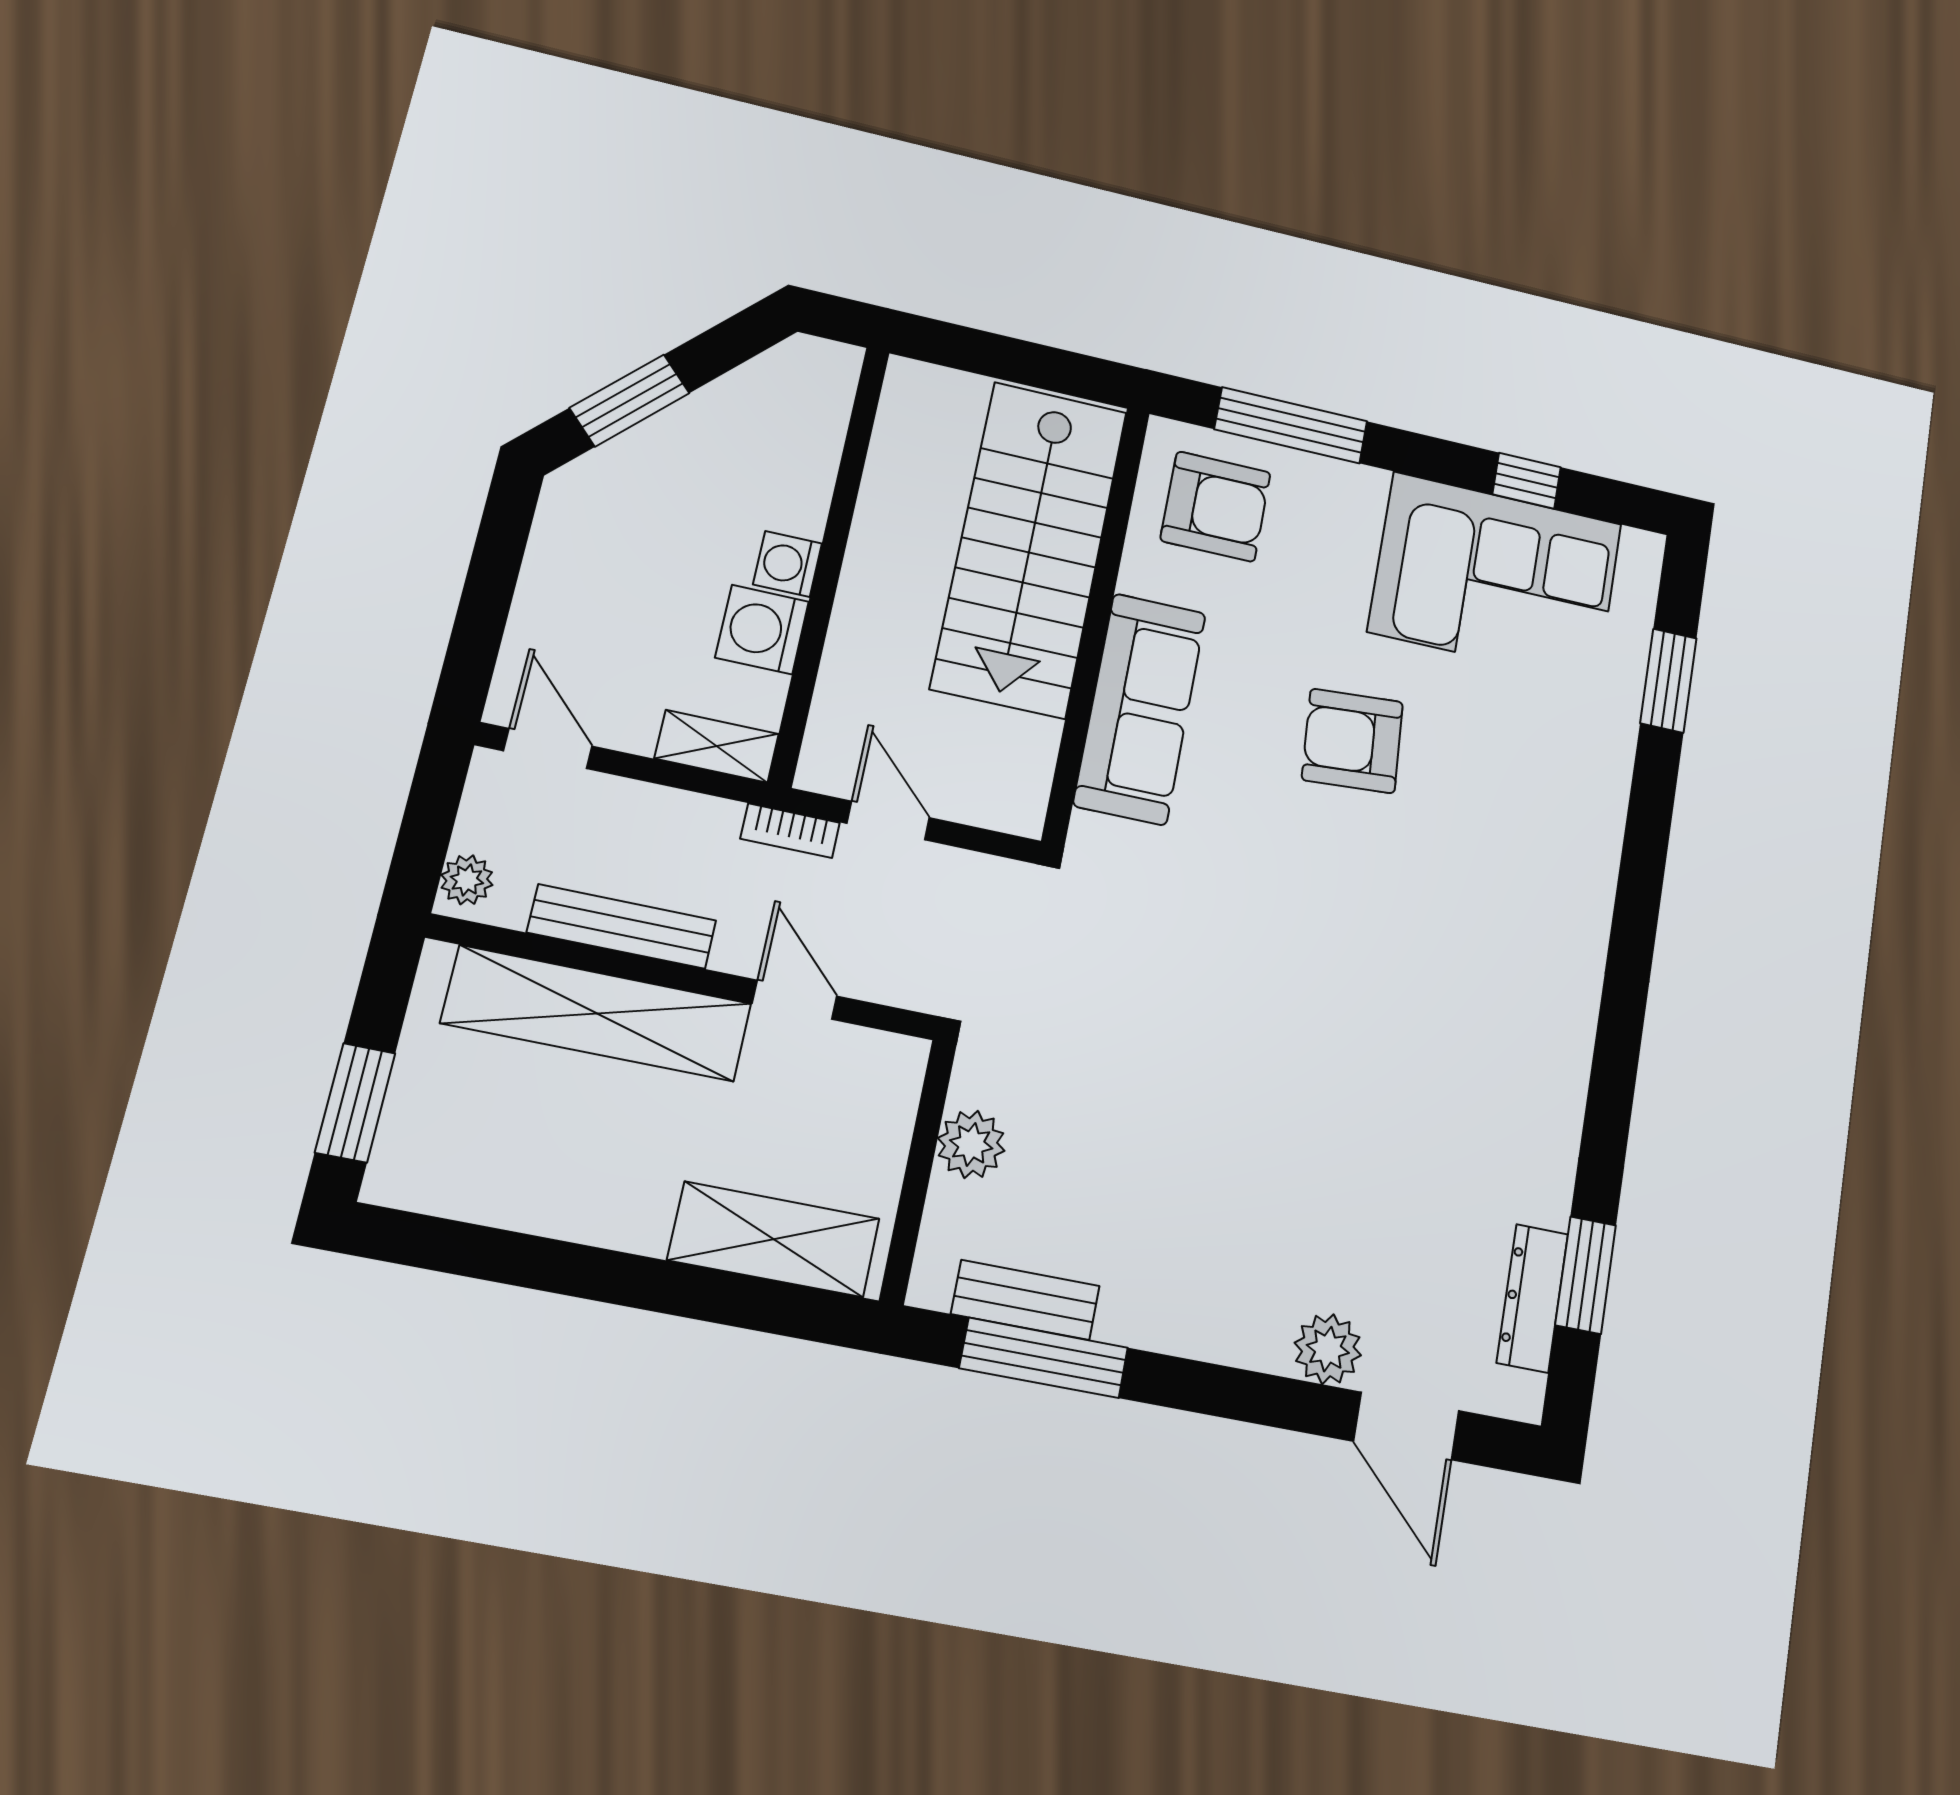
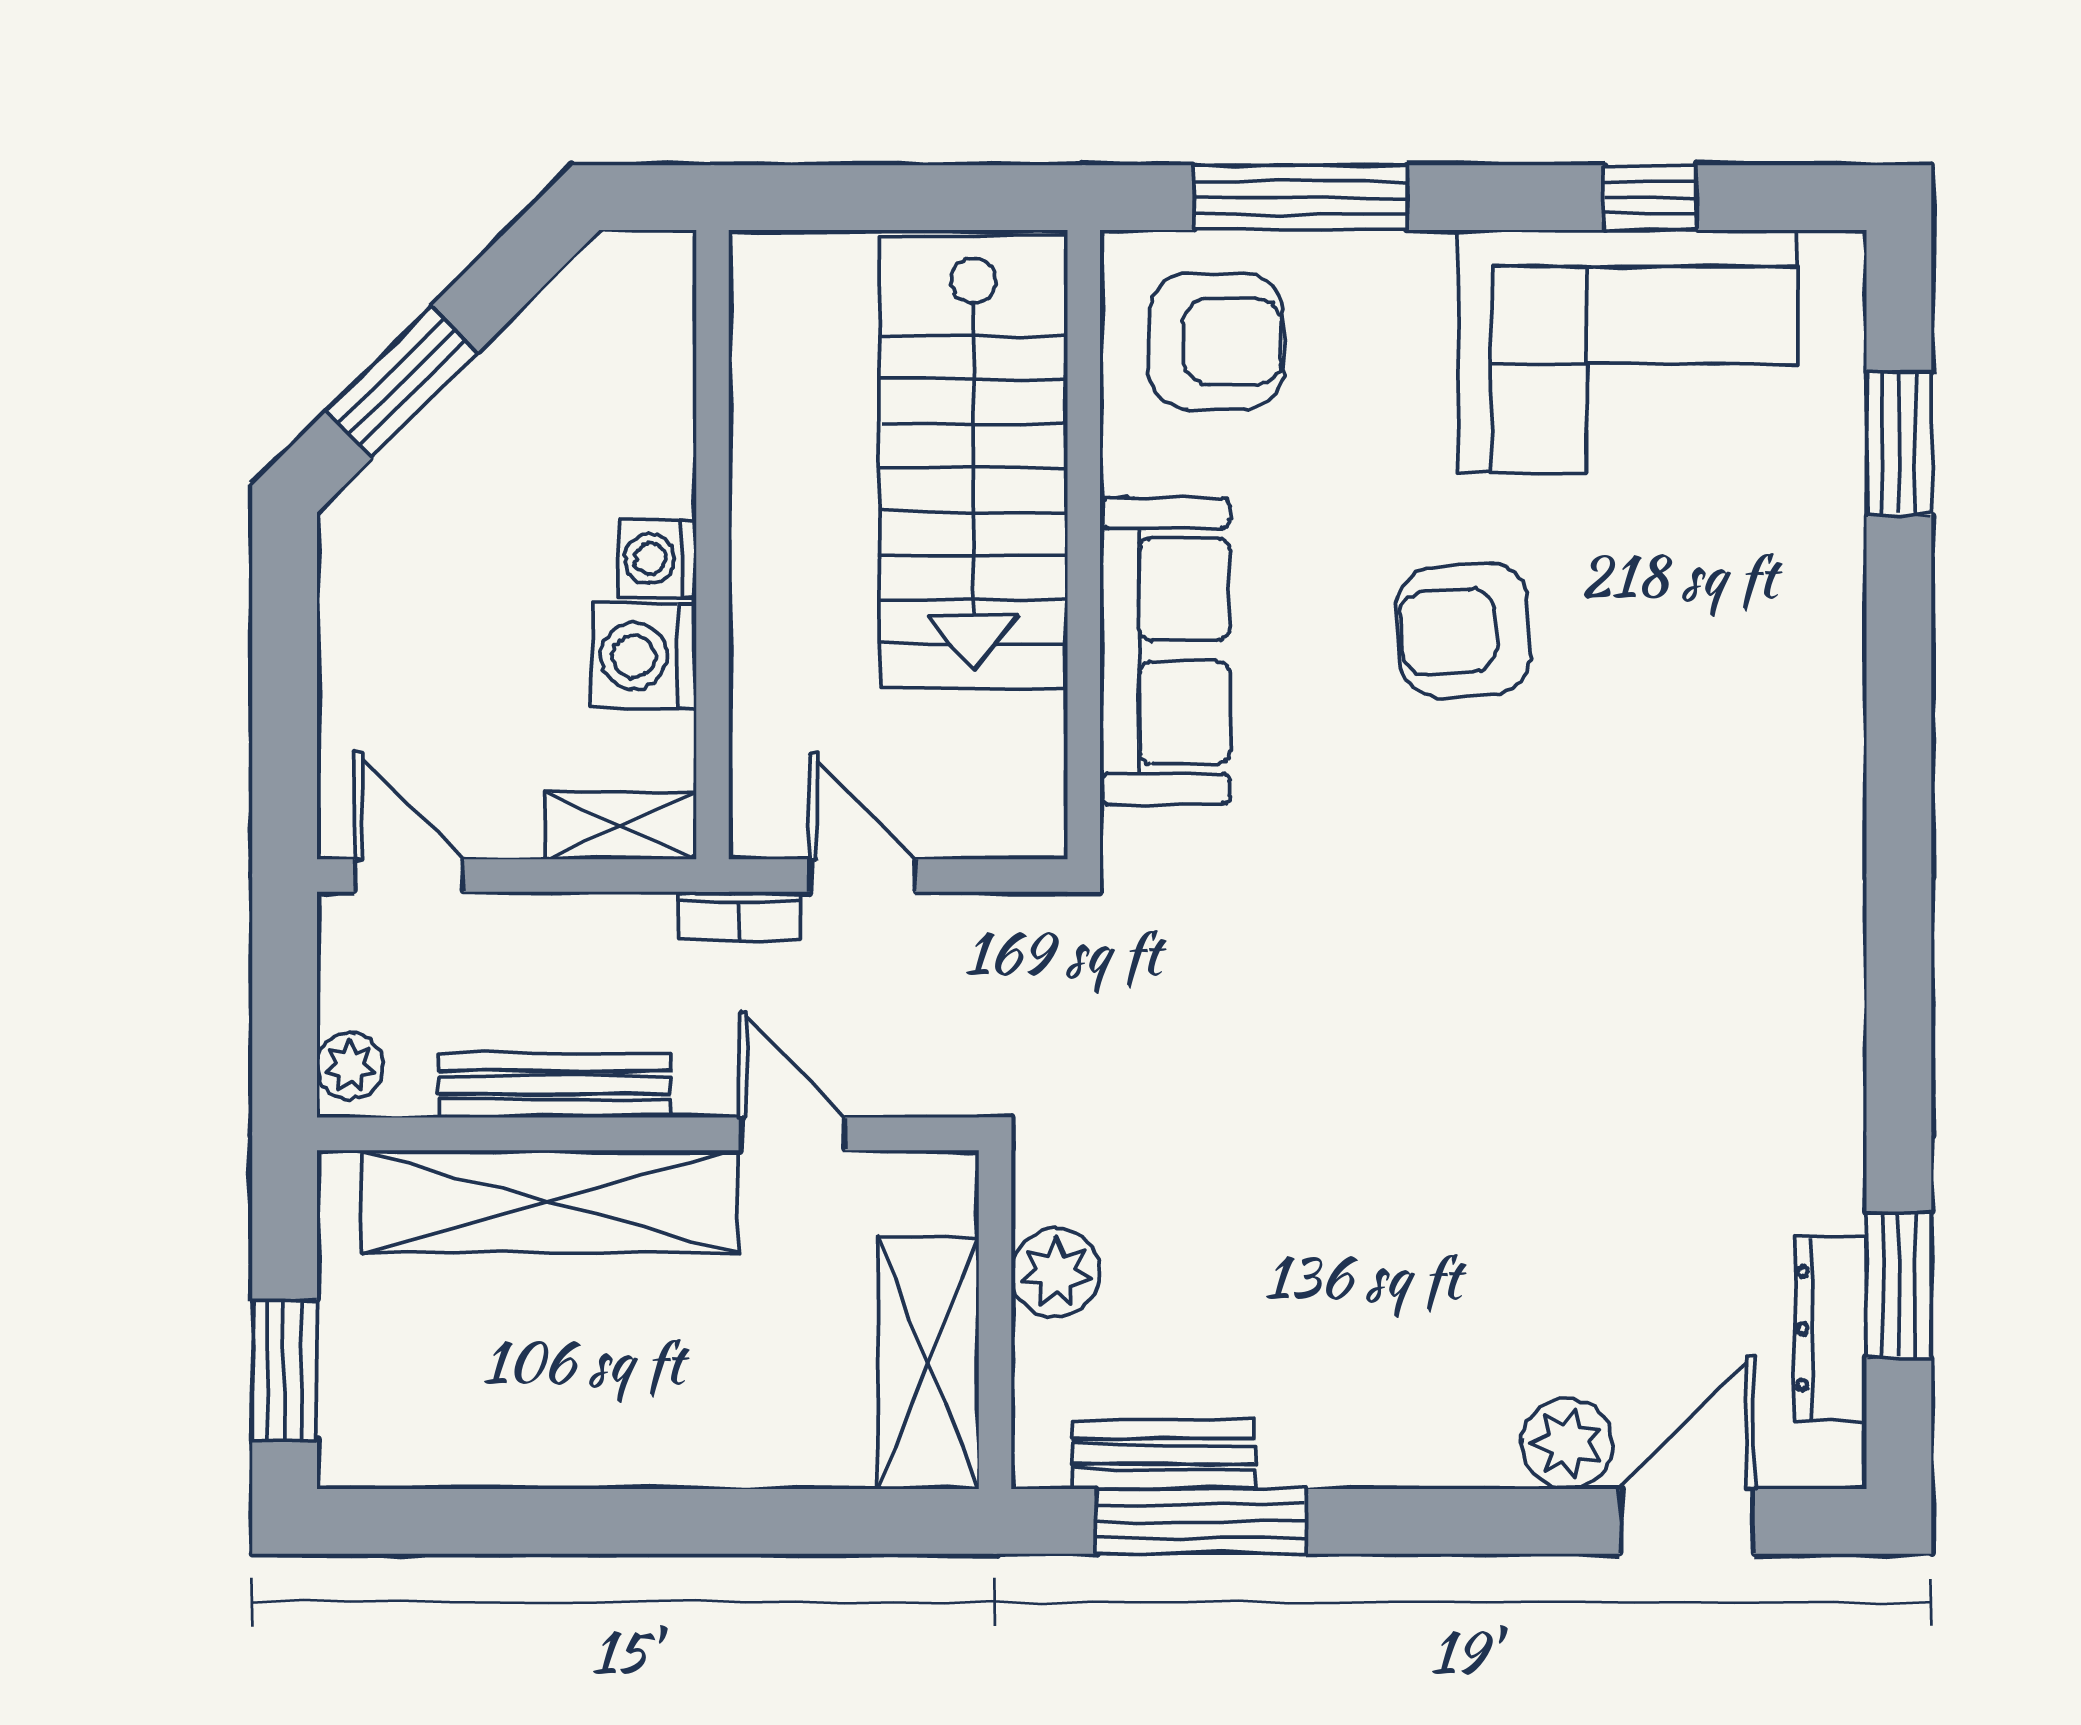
shelving: (774, 1239) -> (928, 1363), moved, turned 90
door: (1406, 1426) -> (1687, 1521), swing flipped

